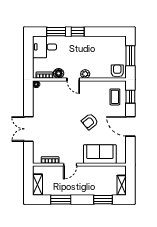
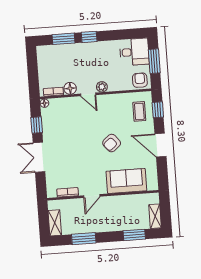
desk: (45, 47) -> (134, 52), moved, turned 180
window: (28, 102) -> (37, 125), added

